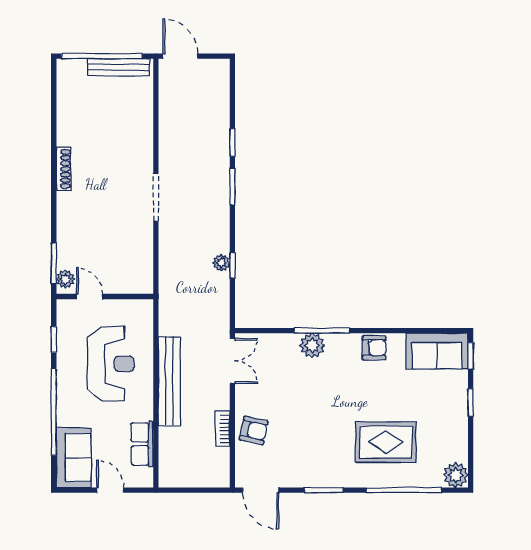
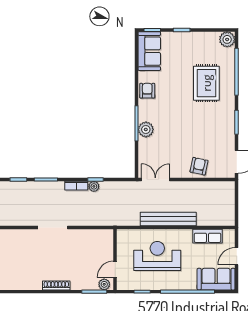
shoe rack: (64, 169) -> (56, 285), moved
bookcase: (223, 429) -> (76, 186), moved

